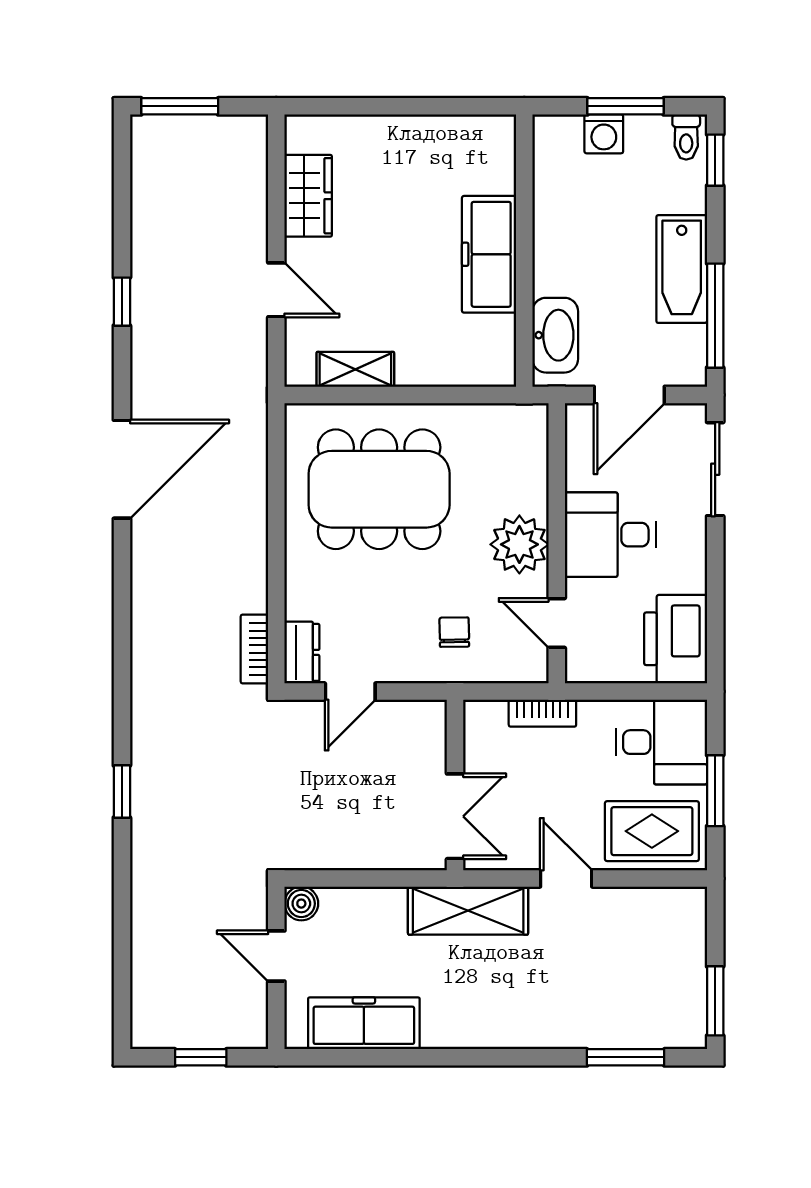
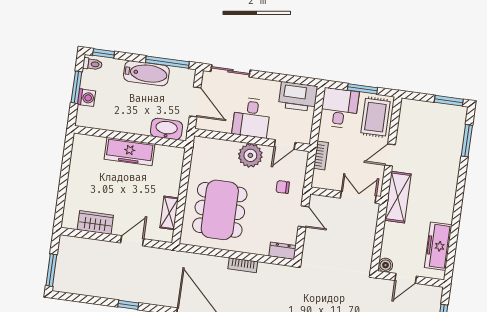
bookcase: (254, 649) -> (243, 265), moved
door: (350, 692) -> (303, 217), moved

